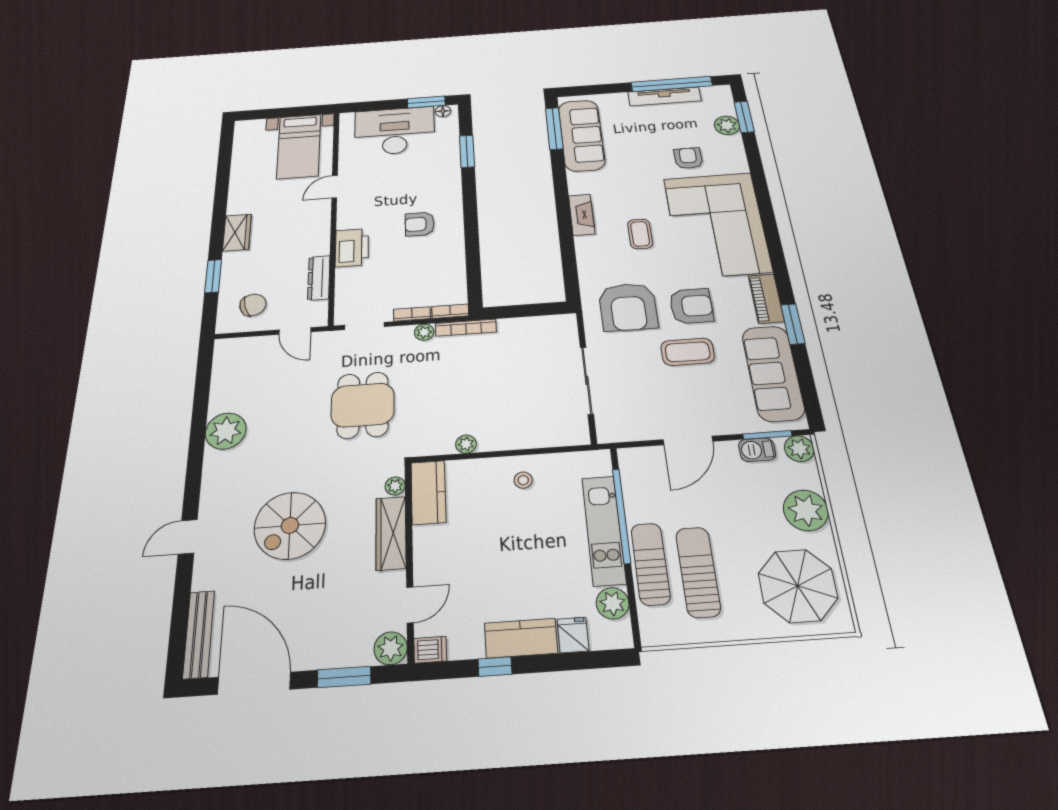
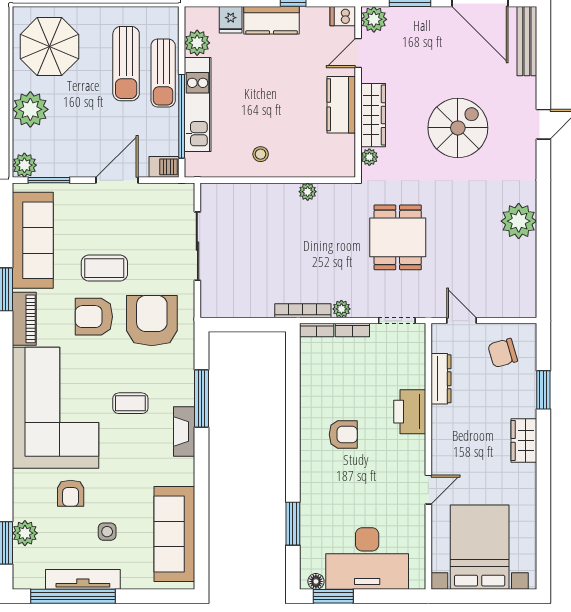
window: (554, 128) -> (202, 398), moved
side table: (647, 132) -> (107, 532), added
bed with nightstands: (299, 146) -> (480, 547), width x1.36
coffee table: (640, 234) -> (130, 403), turned 90
barbecue: (757, 450) -> (164, 167), moved
kitchen counter: (428, 492) -> (341, 105), moved

